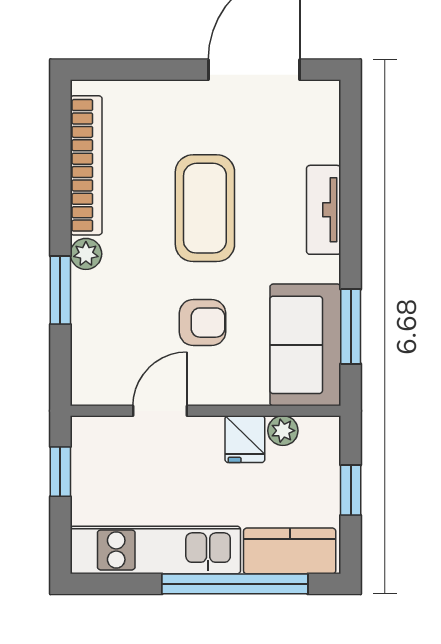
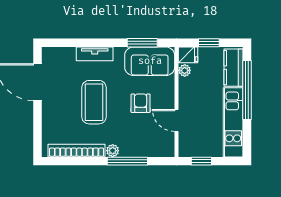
coffee table: (205, 208) -> (94, 102), turned 90
window: (60, 290) -> (127, 161), width x1.44
fridge: (245, 439) -> (188, 55), moved

